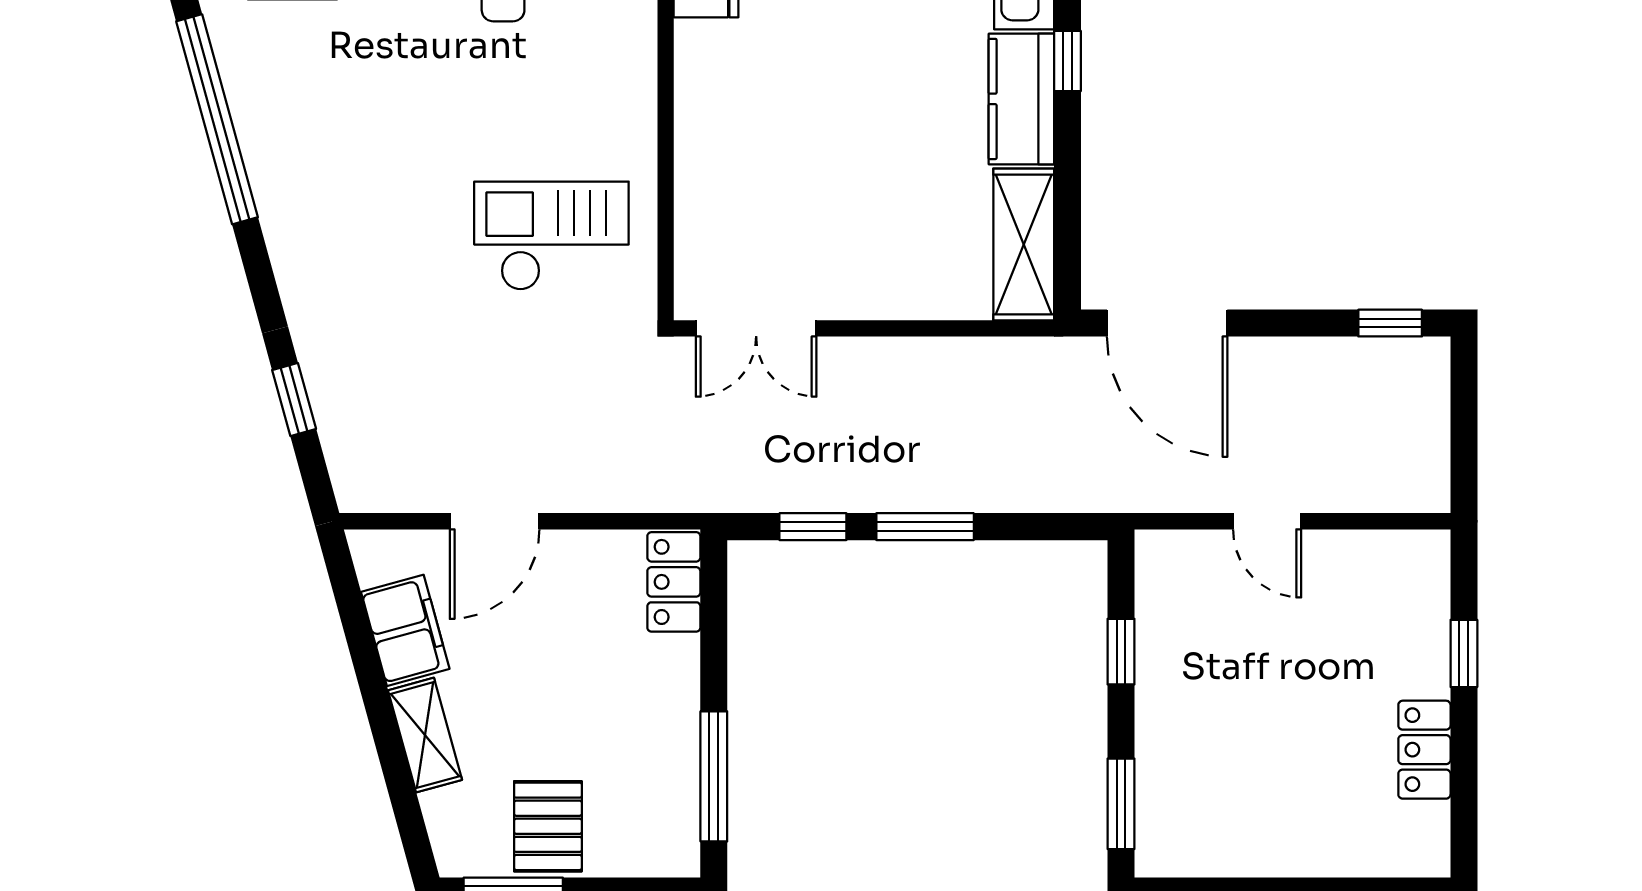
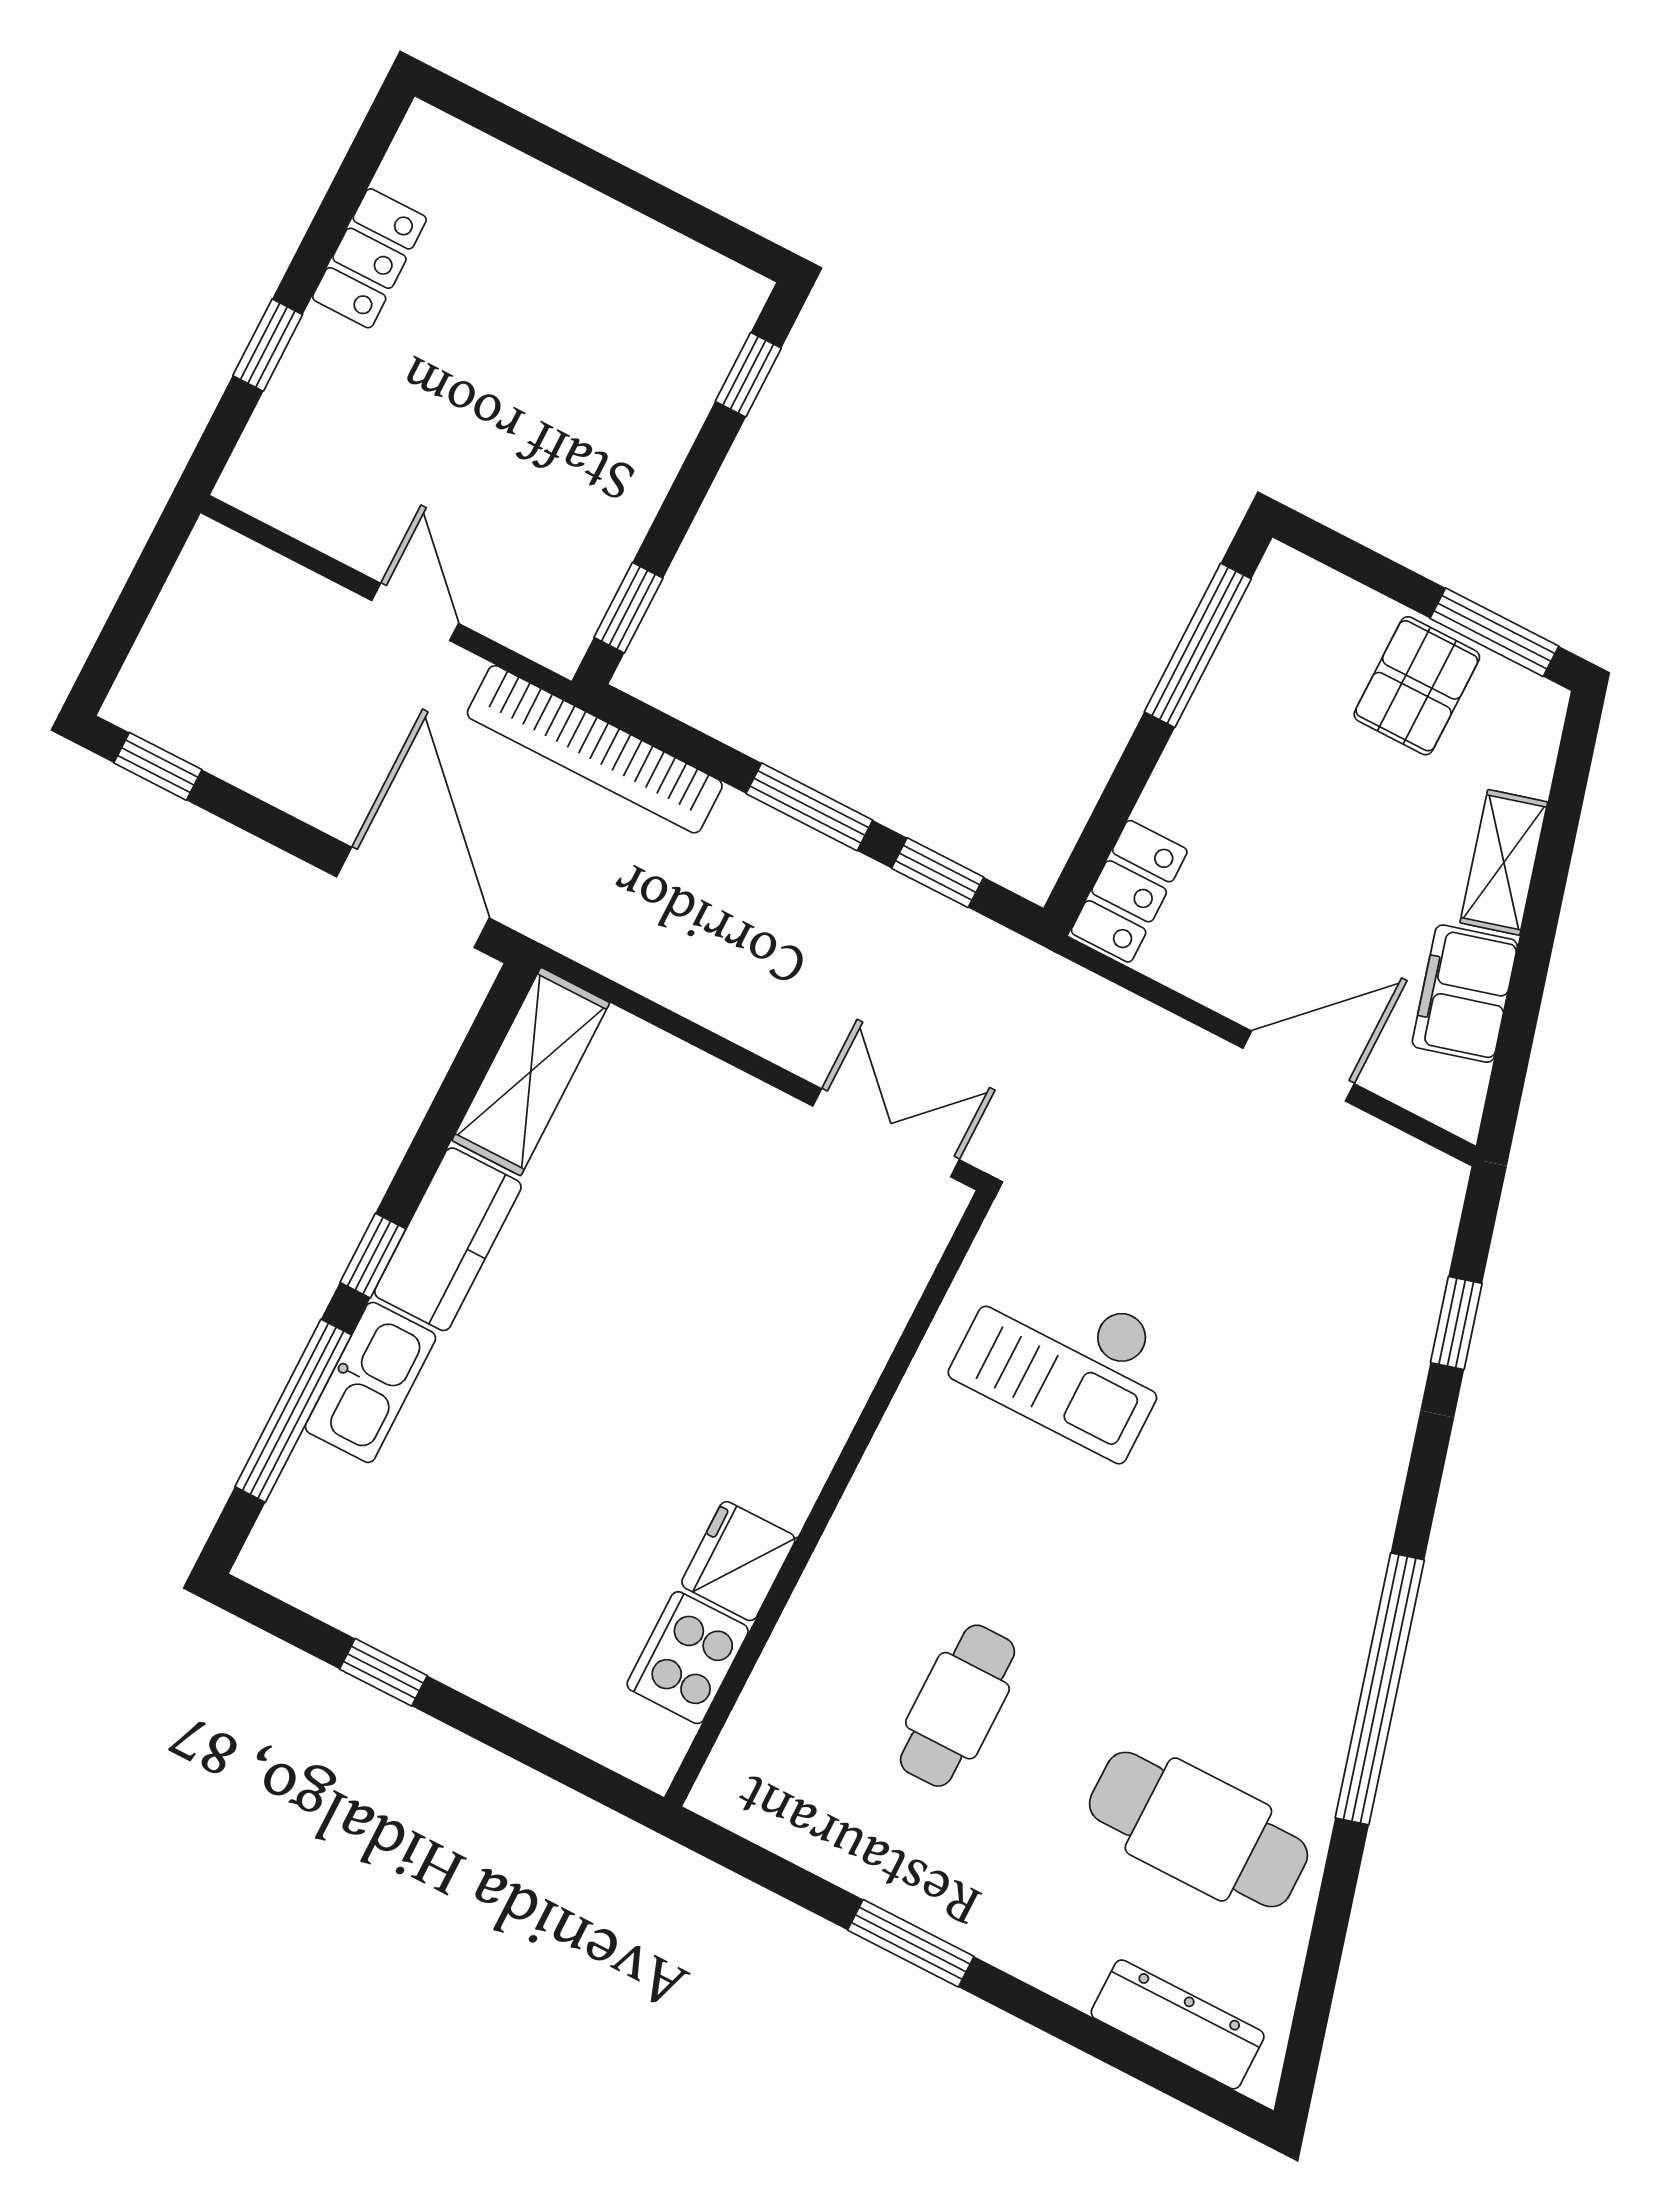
bookcase: (1094, 490) -> (595, 749), added
window: (1121, 652) -> (628, 608), moved
window: (1121, 804) -> (748, 375), width x0.67

